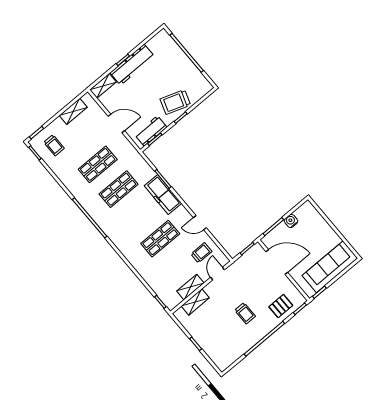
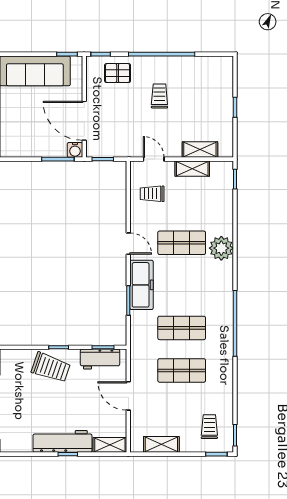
water cooler: (291, 221) -> (75, 150), moved
door: (200, 223) -> (128, 244), moved
plant: (135, 255) -> (221, 248), added
door: (218, 274) -> (154, 159), swing flipped

